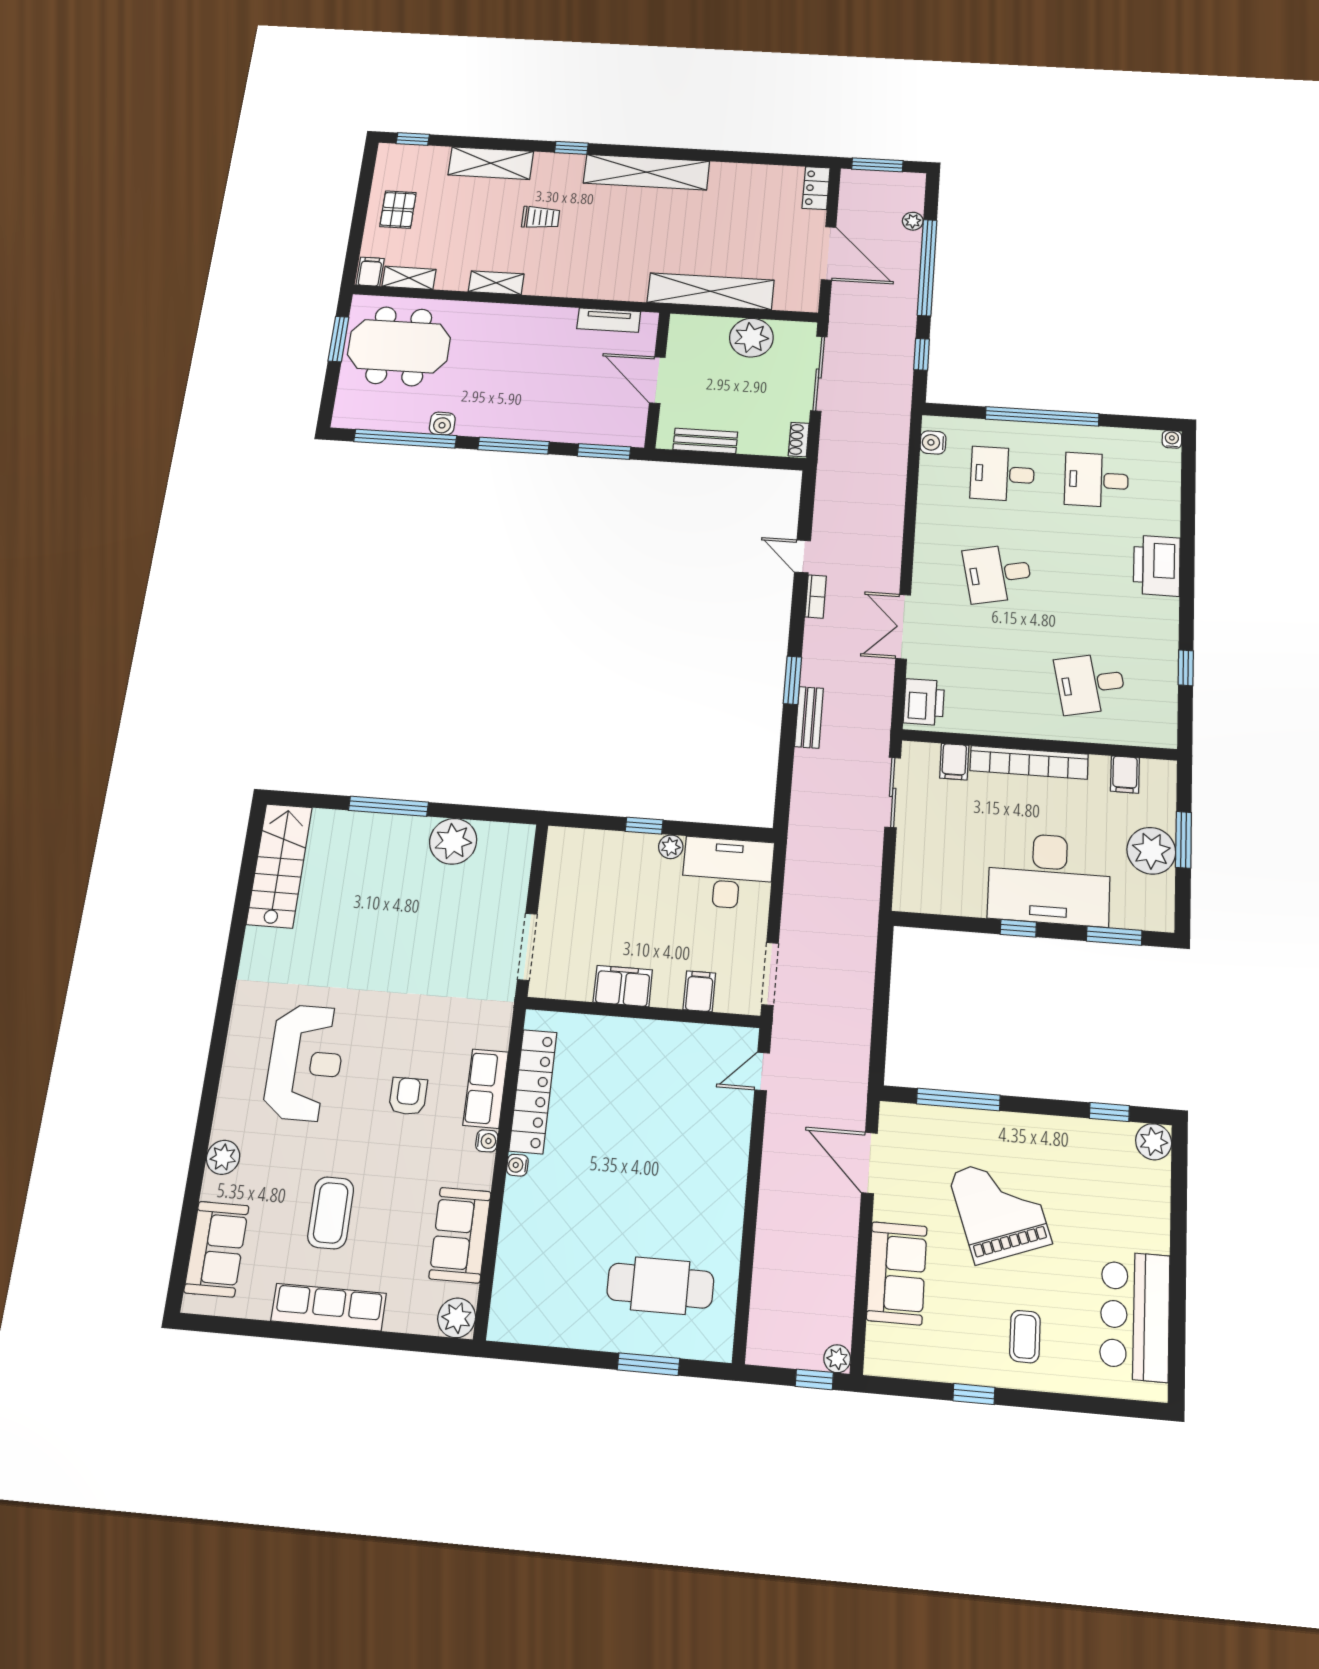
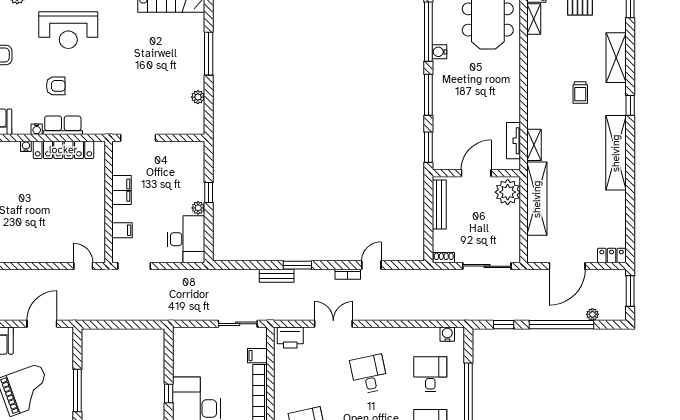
shelving: (496, 283) -> (534, 145), moved
plant: (751, 338) -> (508, 192), moved
bench: (705, 441) -> (439, 204), width x1.36
plant: (453, 841) -> (198, 97), width x0.53, depth x0.53
window: (958, 1099) -> (77, 390), moved

